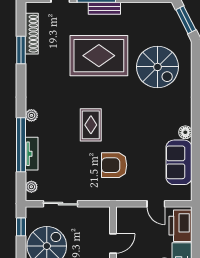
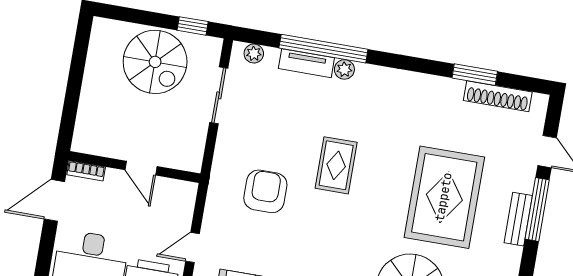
plant: (31, 115) -> (344, 69), moved
rug: (91, 125) -> (336, 165), turned 90

